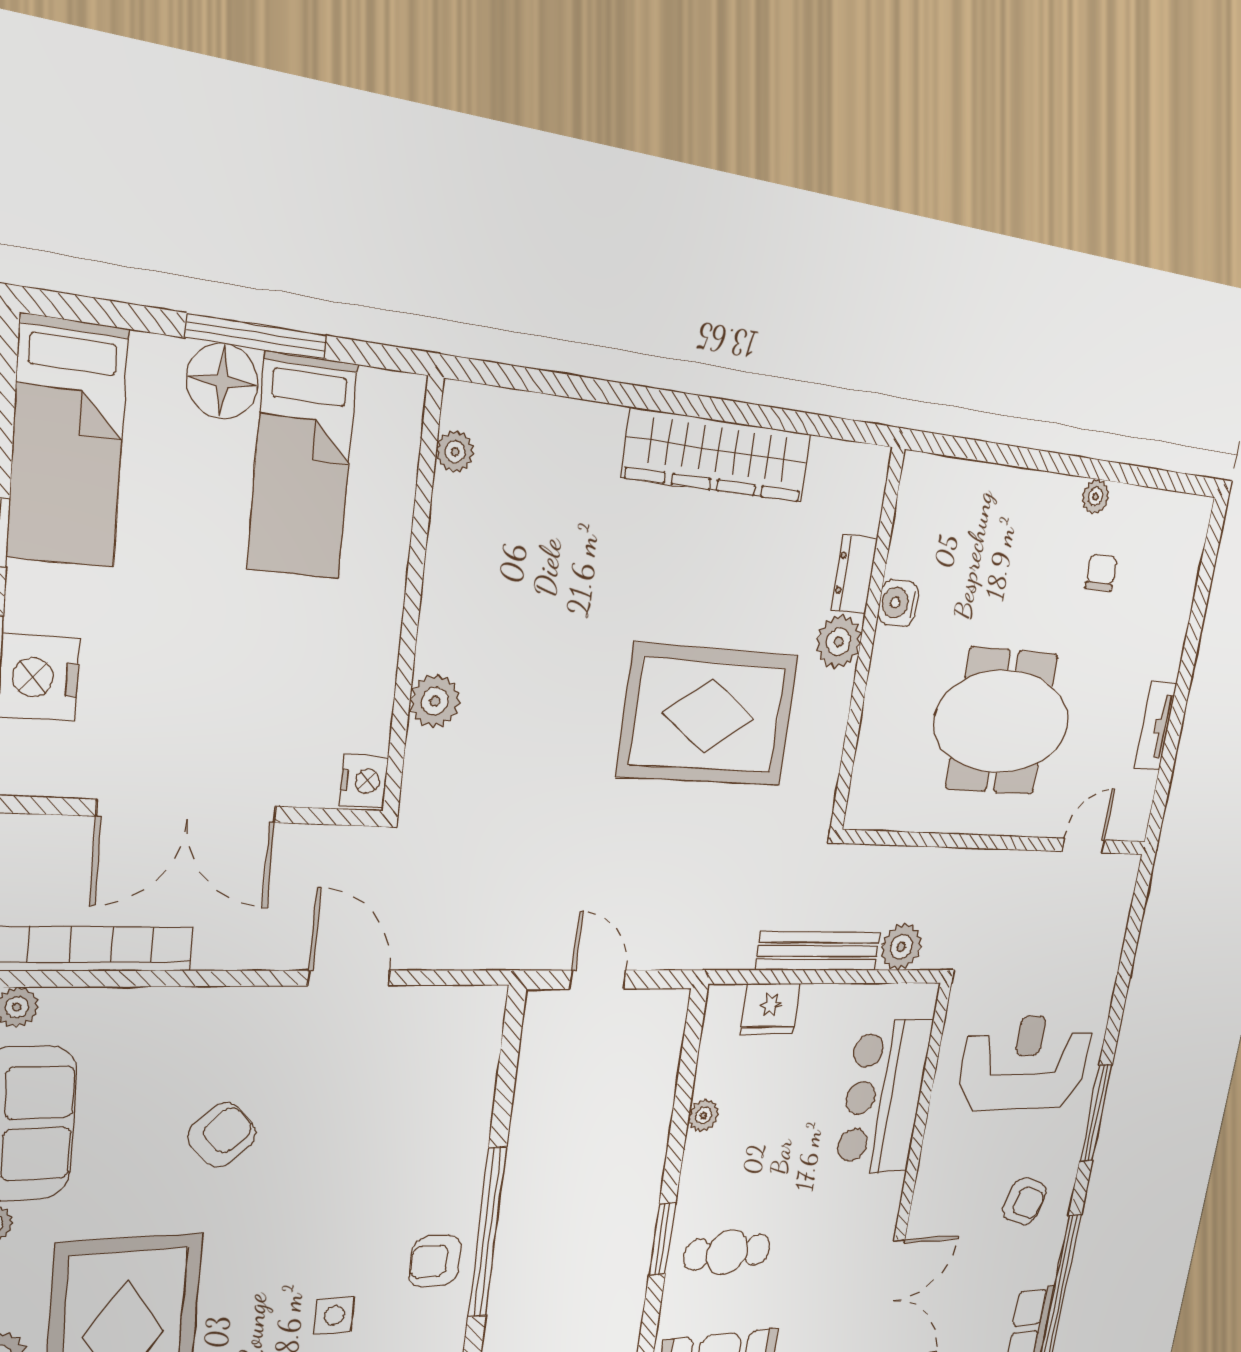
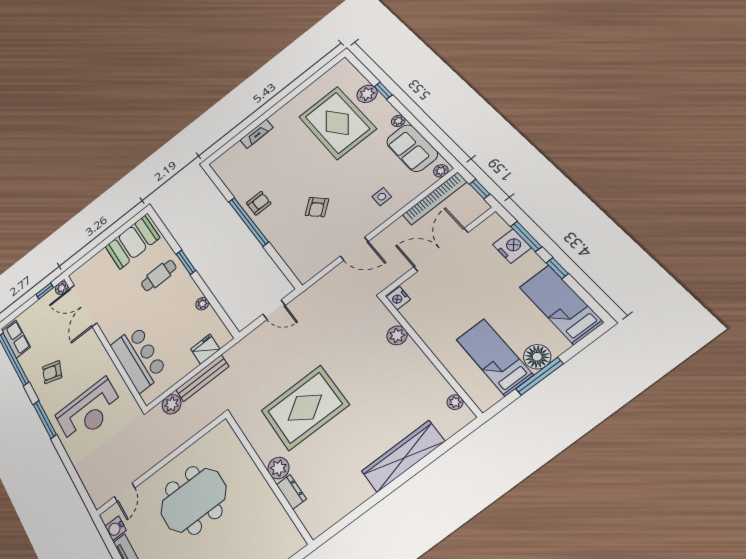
wardrobe: (718, 456) -> (403, 456), moved
water cooler: (898, 603) -> (116, 528), moved, turned 180
armchair: (222, 1135) -> (317, 207), moved
side table: (334, 1316) -> (382, 197), moved

